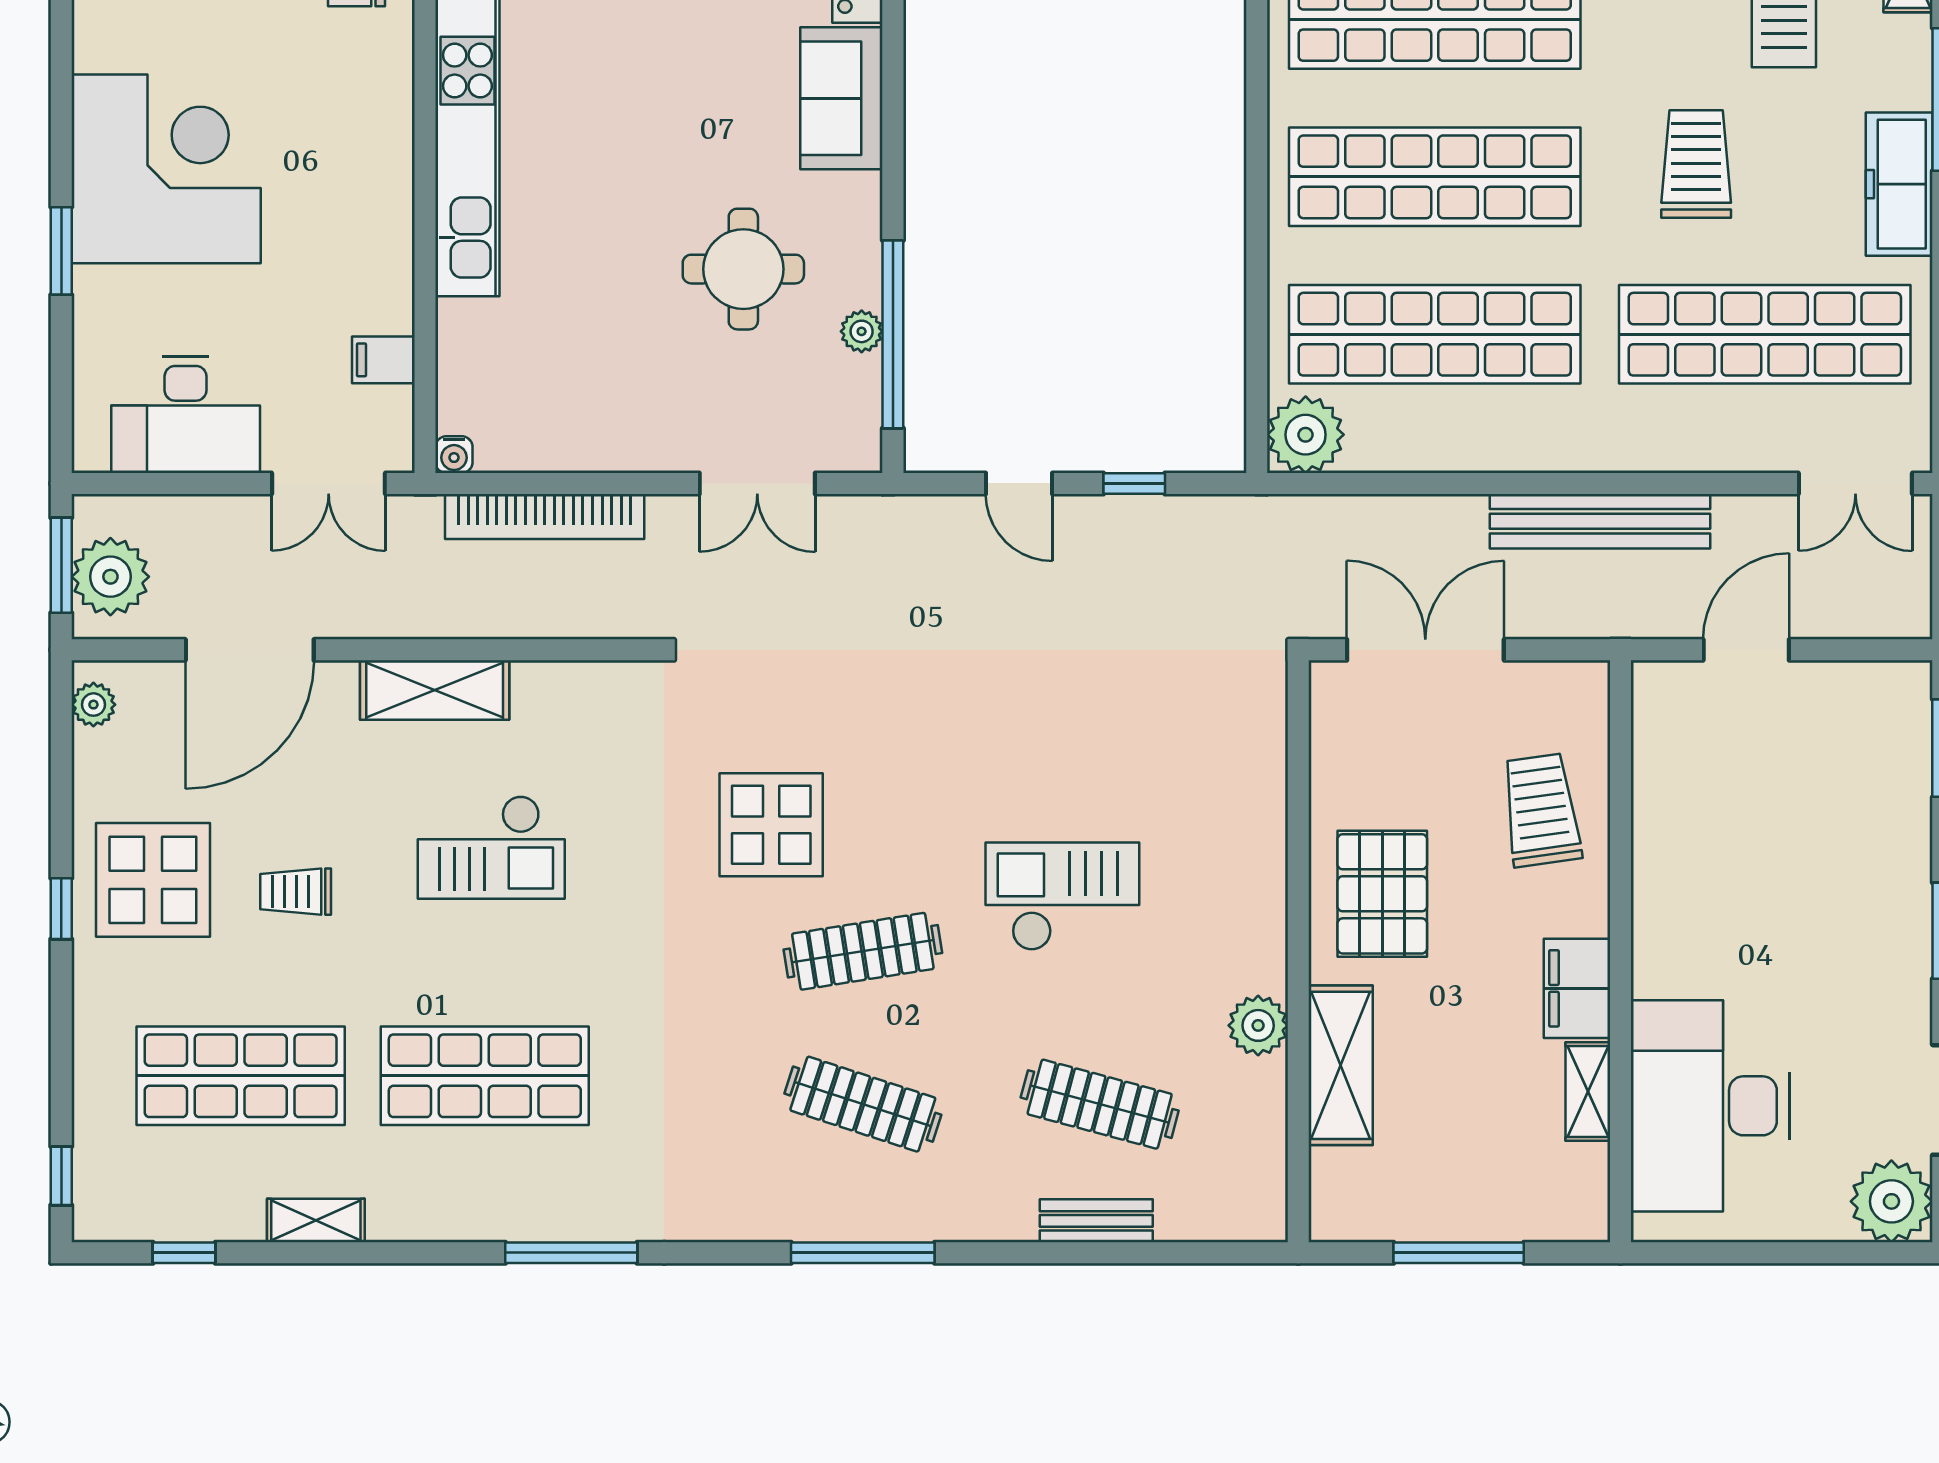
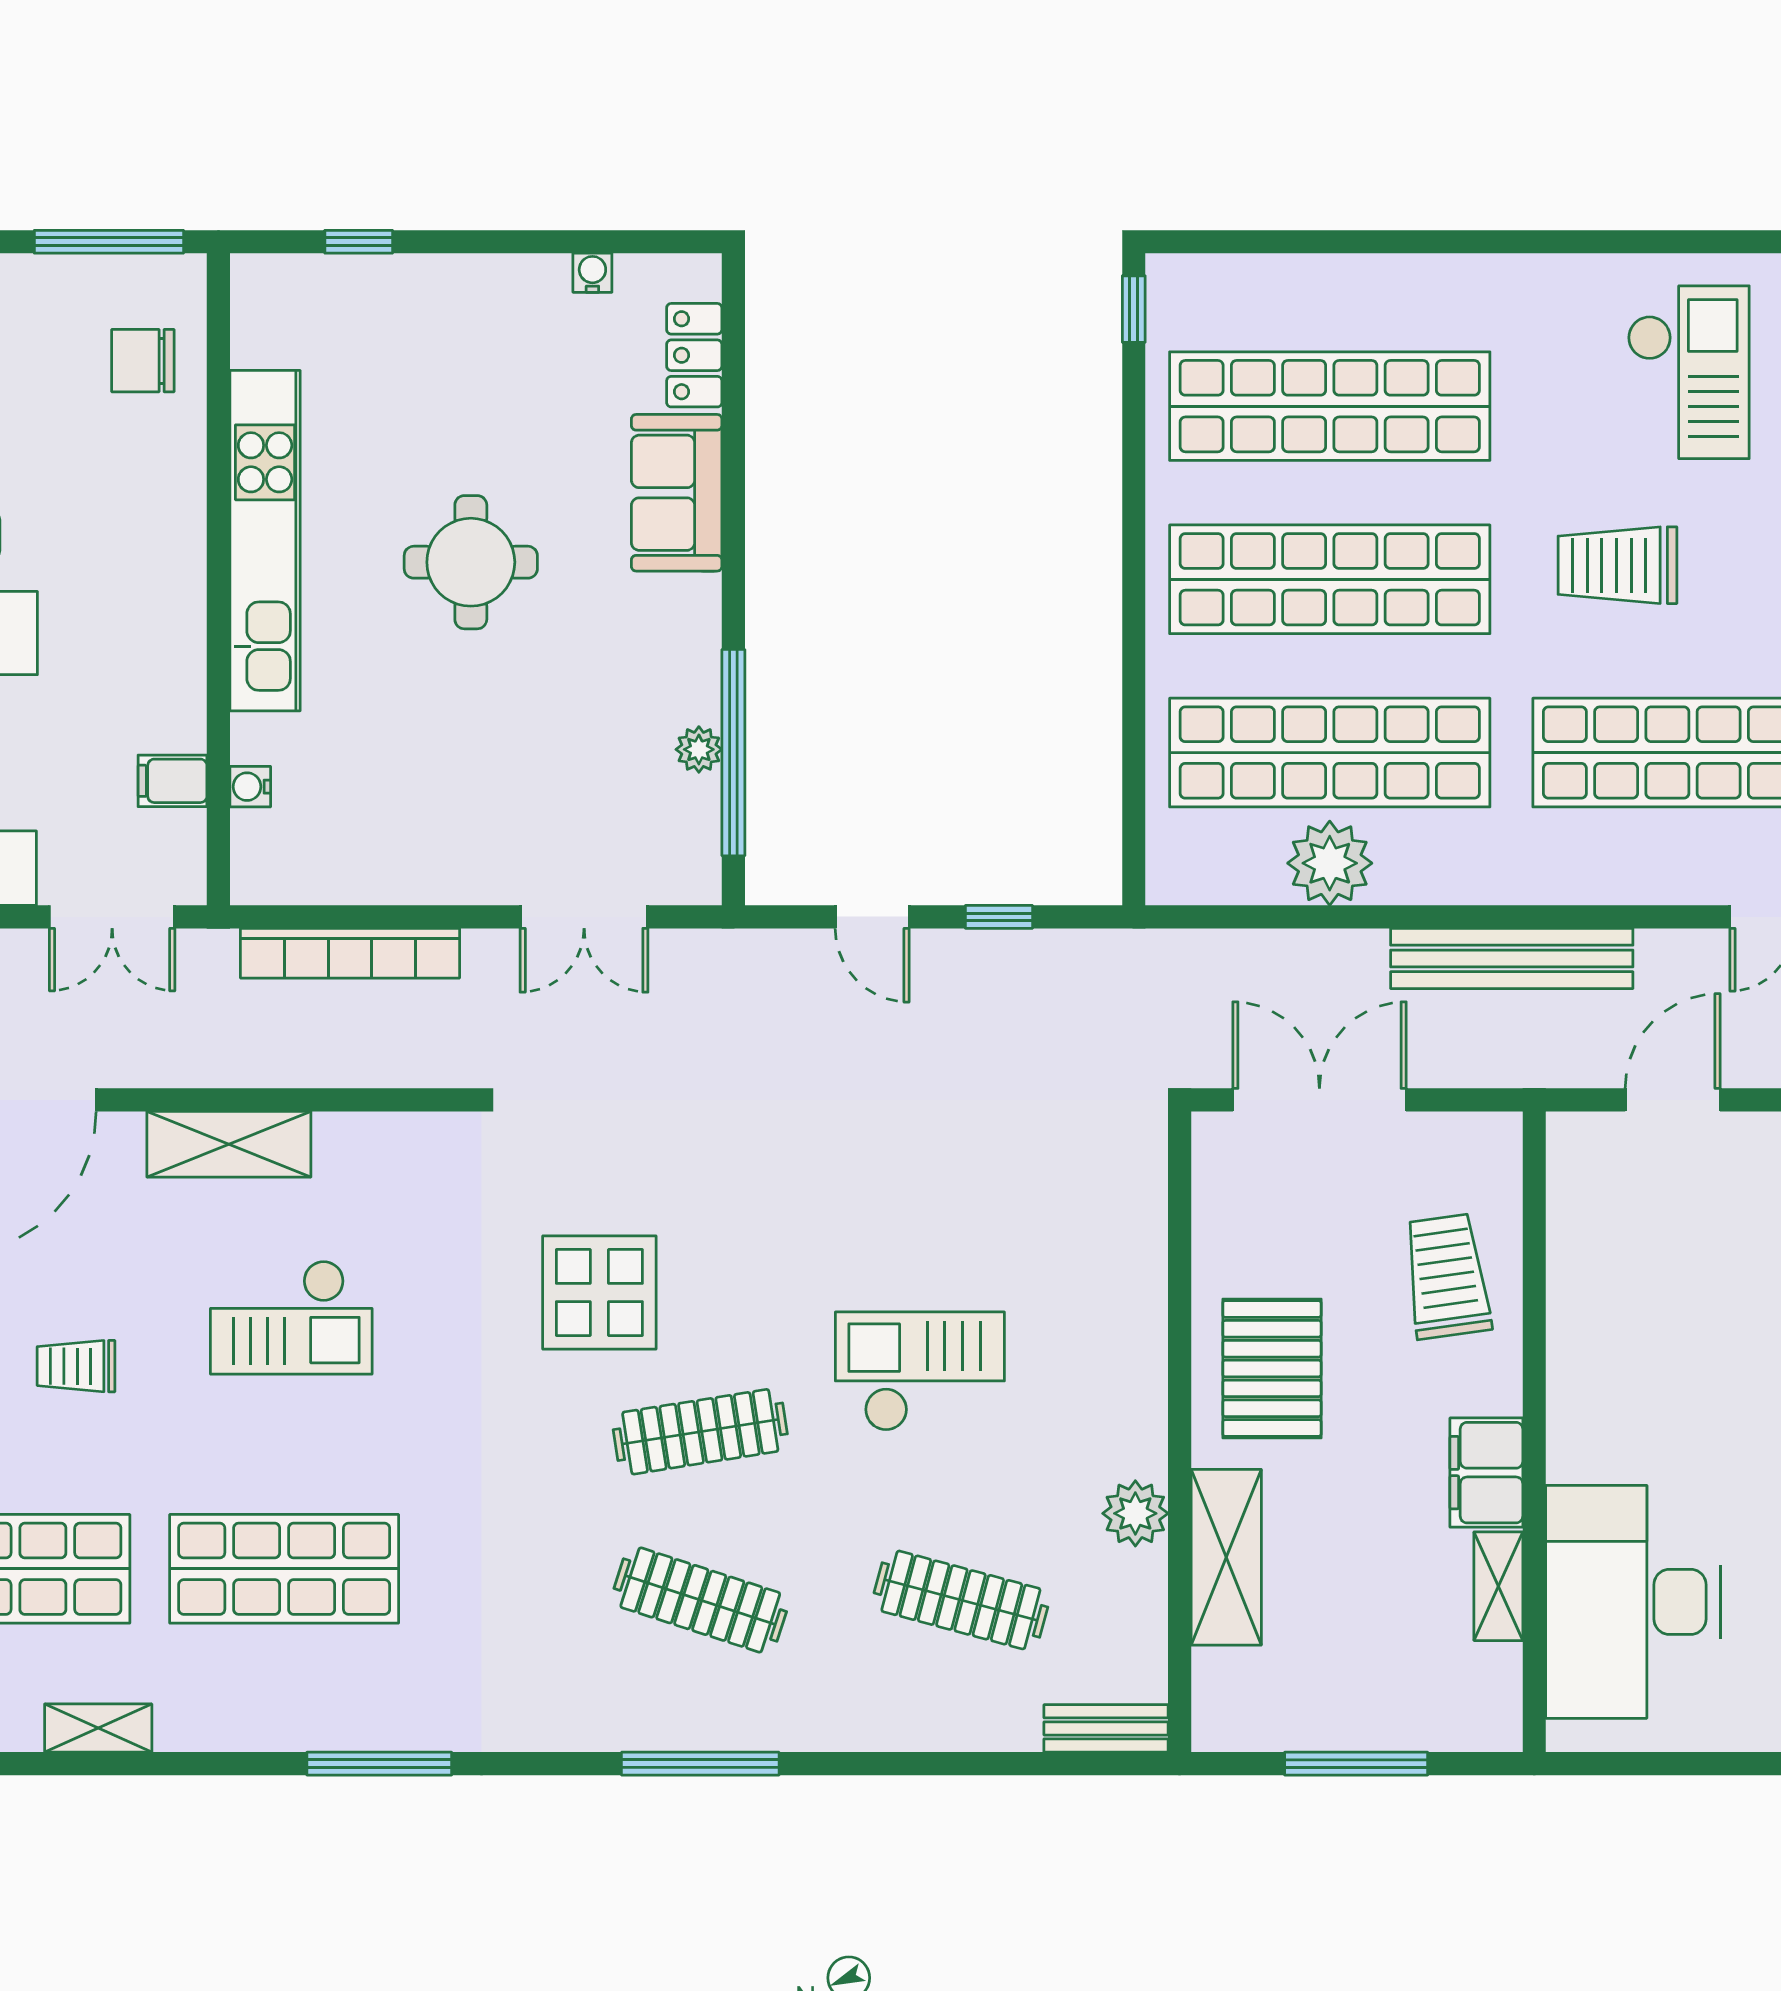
trolley: (1696, 164) -> (1617, 565), turned -90
round table: (743, 269) -> (471, 562), moved
plant: (1306, 435) -> (1330, 863), moved
water cooler: (454, 455) -> (250, 787), moved, turned 90
bench: (1096, 1221) -> (1106, 1728), moved

